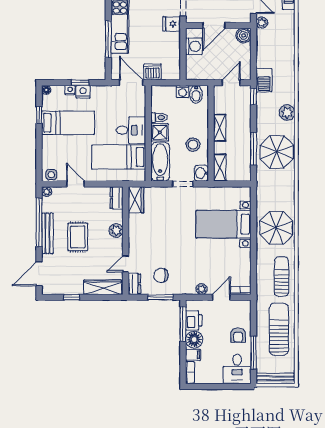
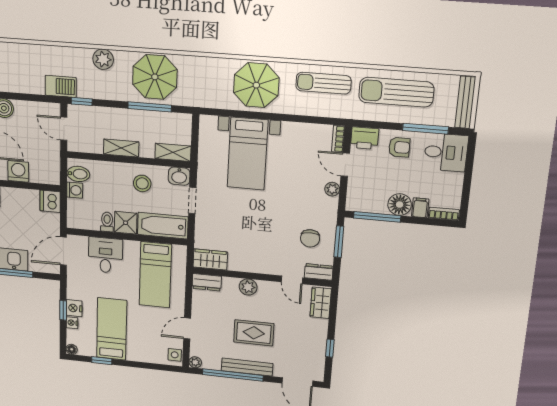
dishwasher: (152, 72) -> (50, 201), moved
desk: (131, 130) -> (105, 255), moved
wardrobe: (103, 287) -> (321, 303), width x0.67
printer: (194, 320) -> (365, 138), moved, turned 180

